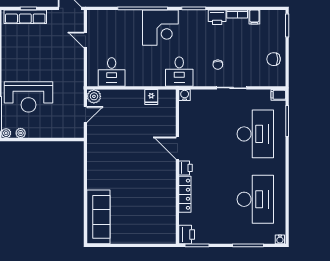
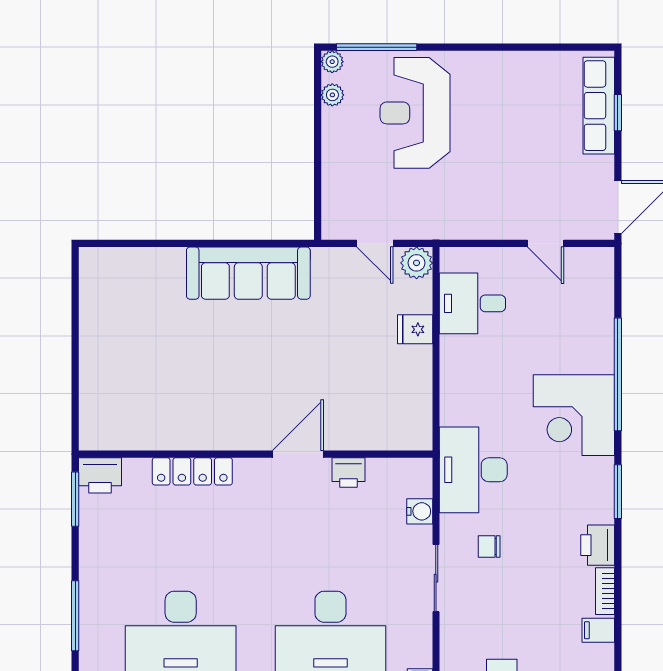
door: (85, 40) -> (546, 243), swing flipped
desk: (179, 72) -> (473, 470), width x1.37
water cooler: (185, 95) -> (420, 511), moved
fridge: (151, 97) -> (415, 329), moved
printer: (185, 168) -> (348, 473), moved
sofa: (98, 217) -> (248, 273), moved

